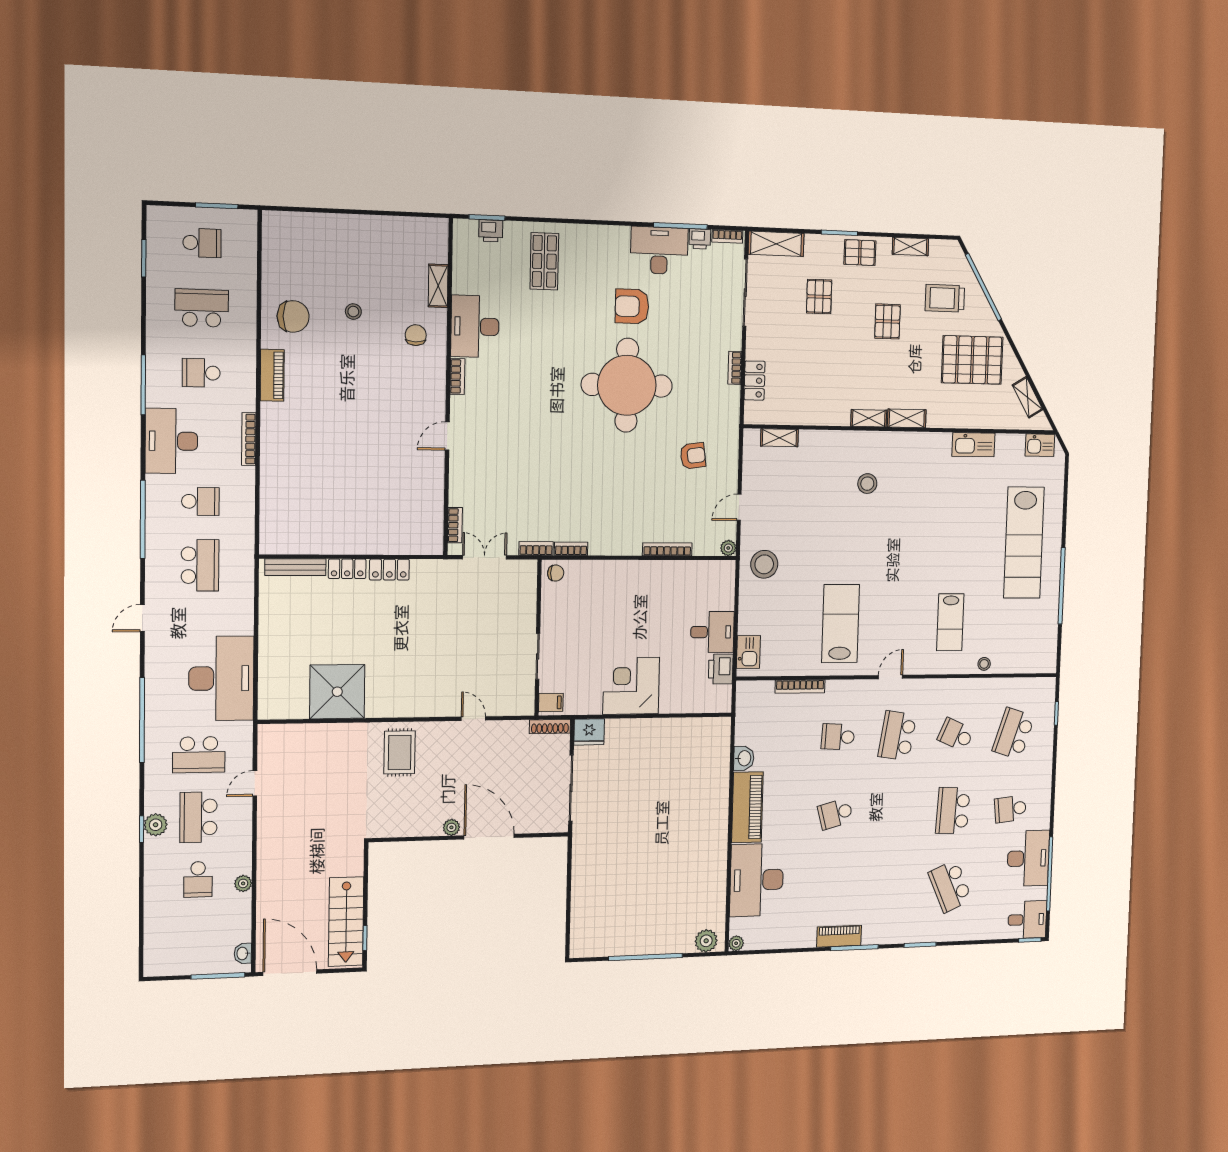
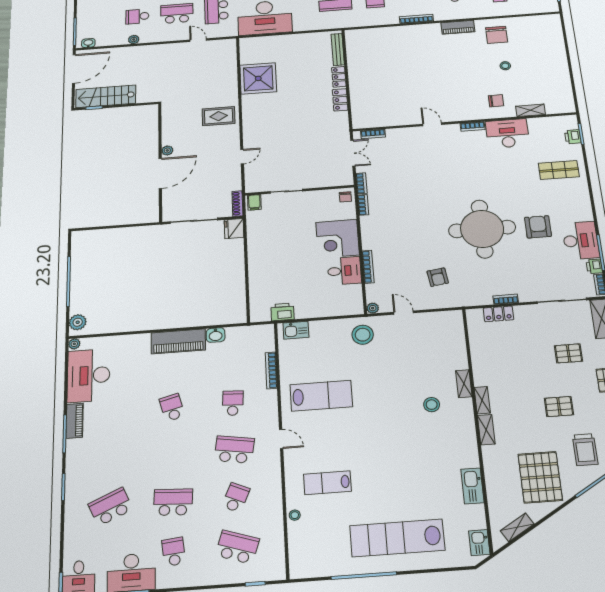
trolley: (945, 298) -> (585, 450), turned 180
shelving: (779, 438) -> (464, 384), moved
desk: (712, 632) -> (344, 271), moved, turned -90
corner desk: (631, 686) -> (337, 239), moved, turned 180
desk: (757, 880) -> (89, 376), moved, turned -90

